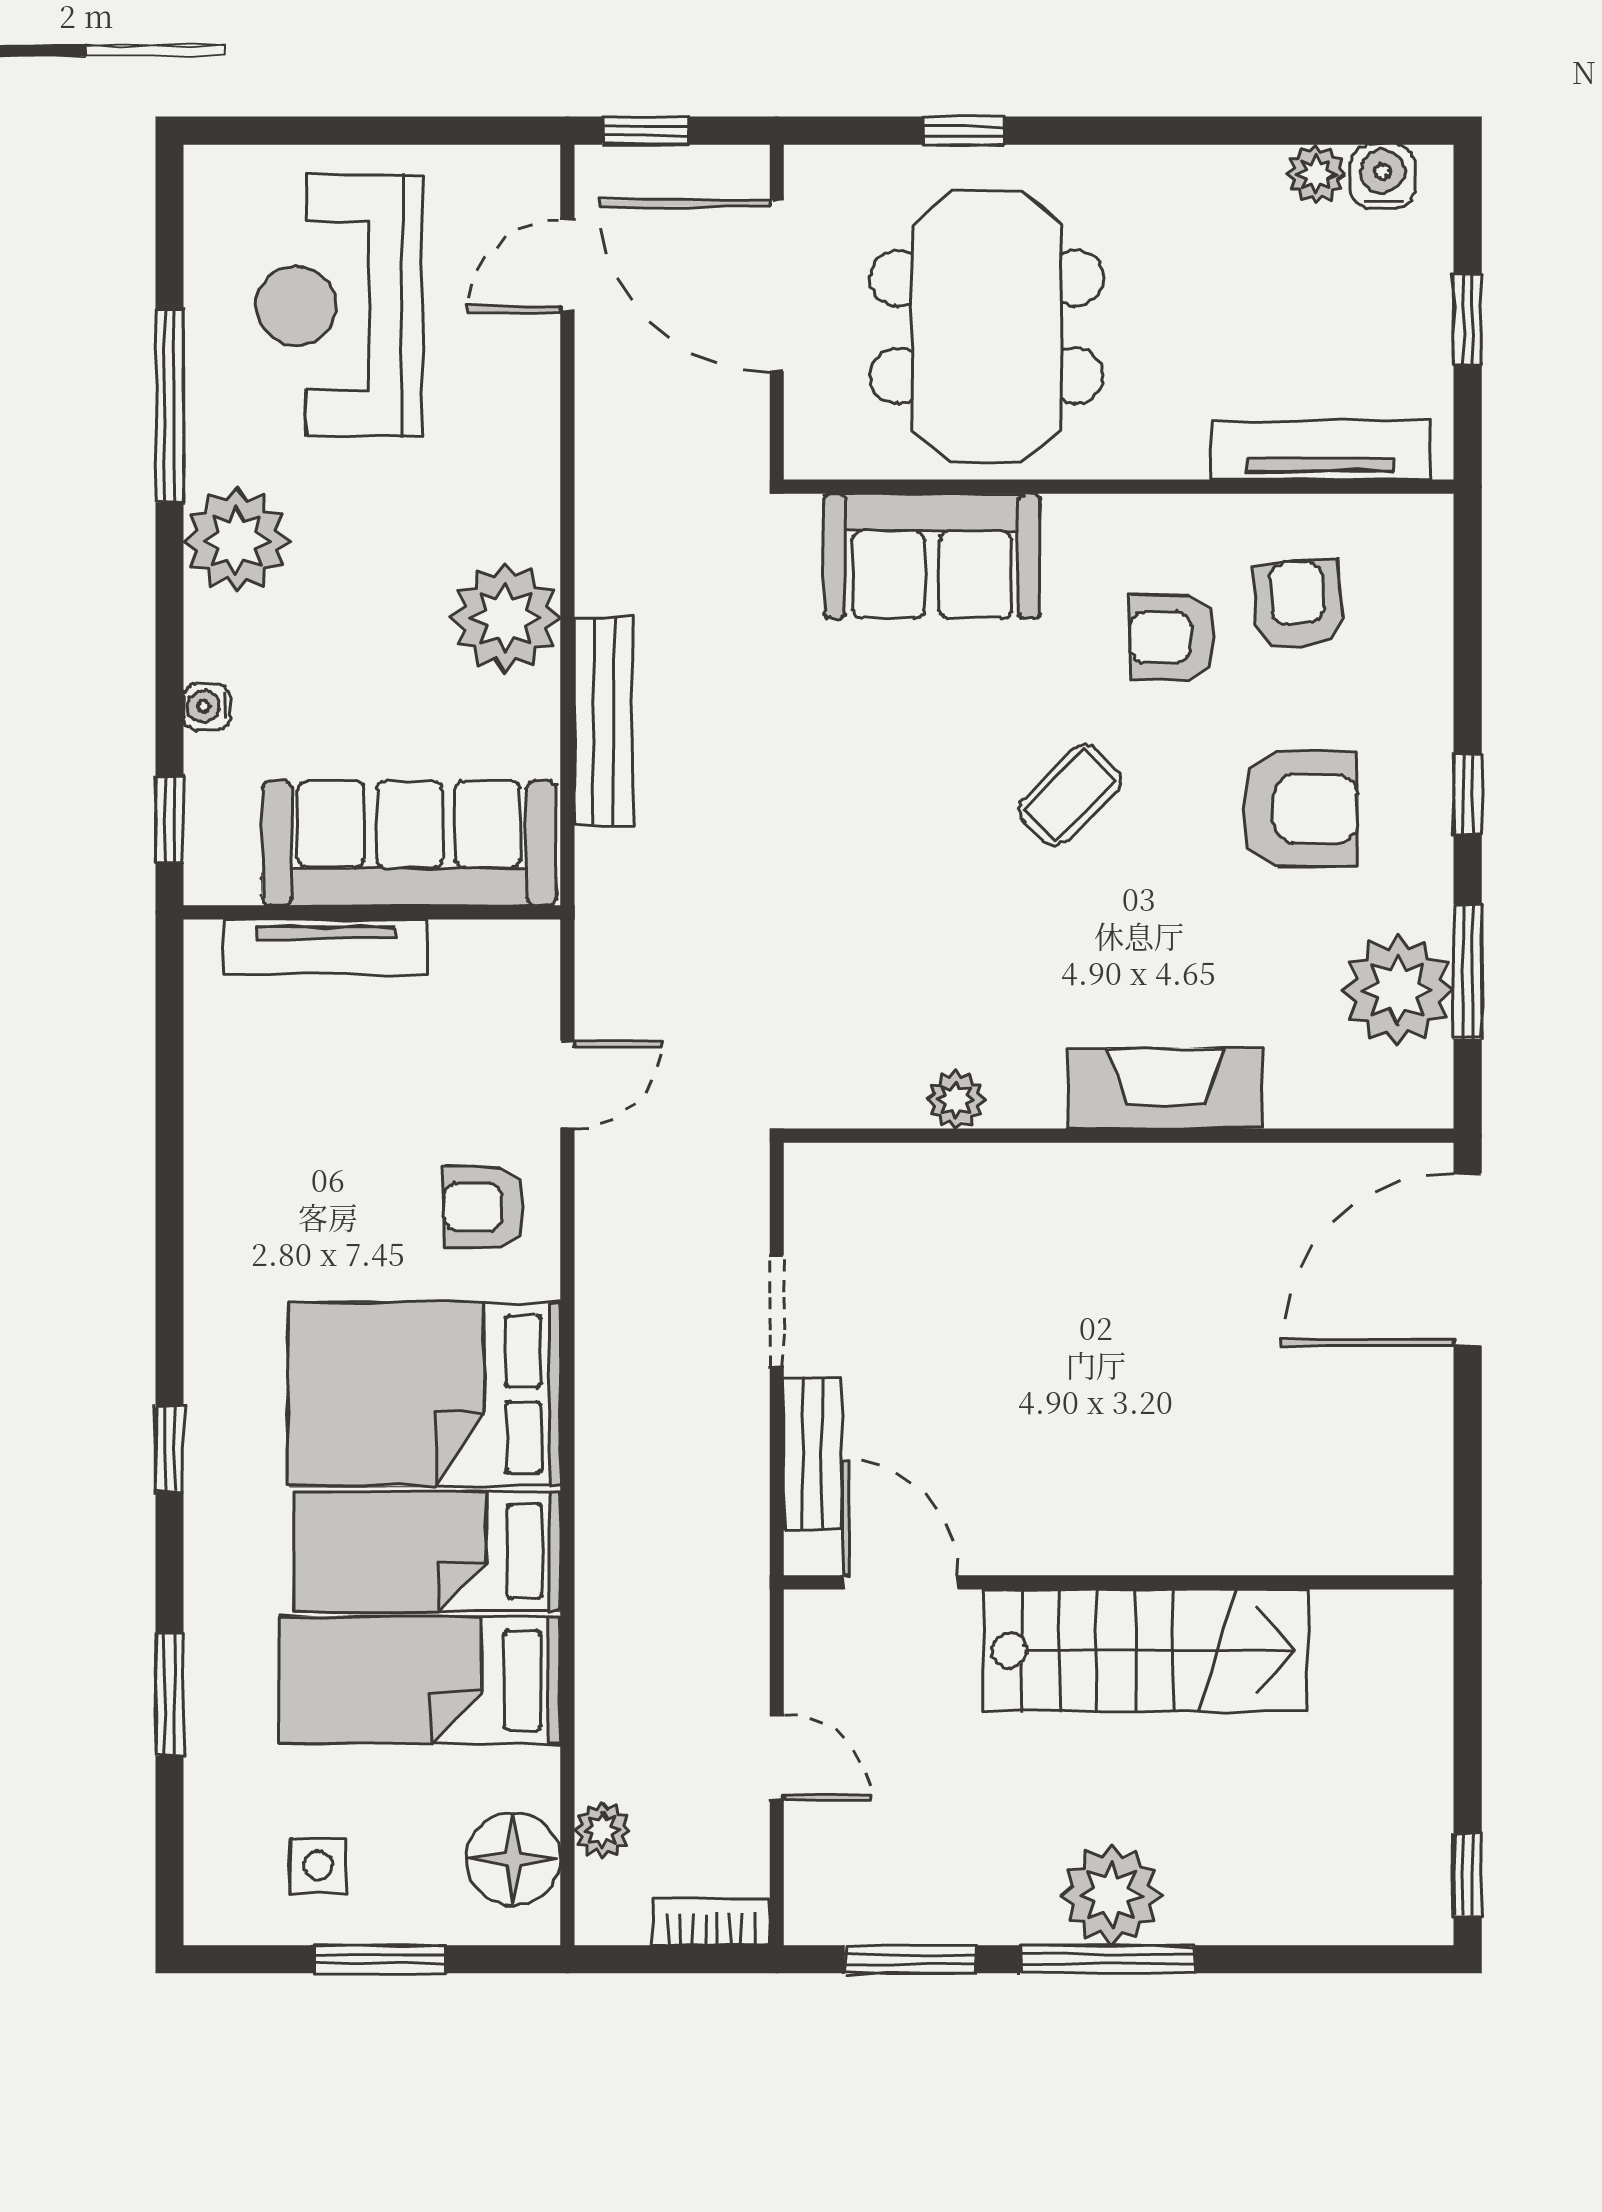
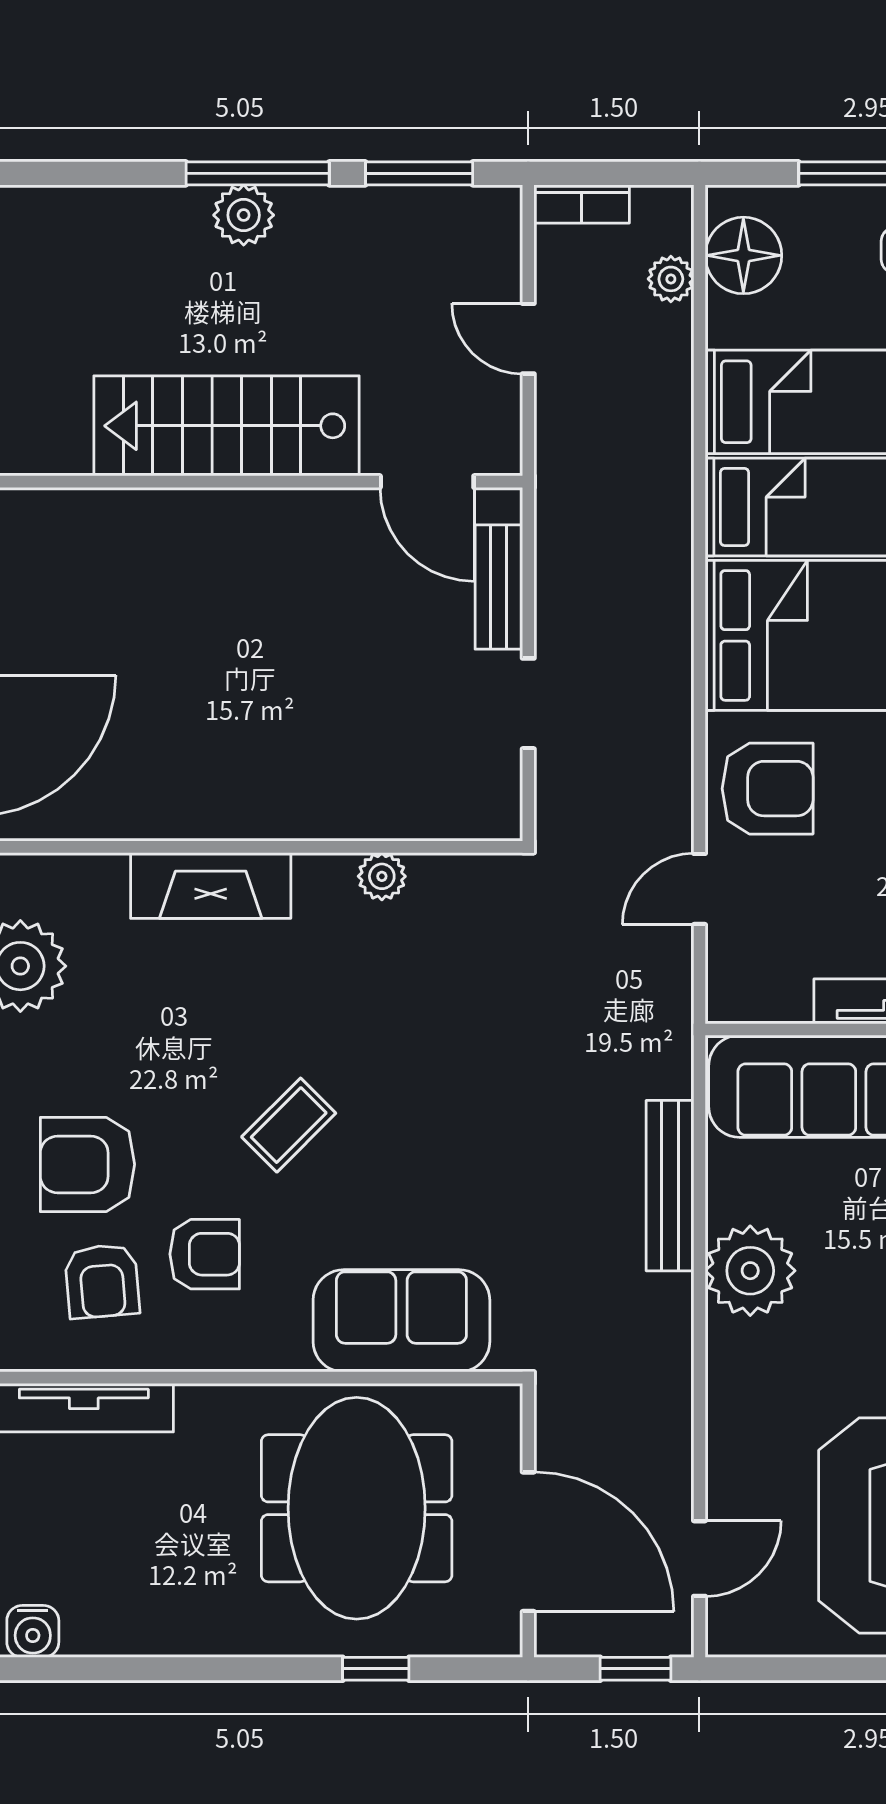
plant: (1316, 174) -> (87, 1633), removed
armchair: (1300, 809) -> (87, 1164), moved
armchair: (484, 1207) -> (768, 789), width x1.38, depth x1.38
plant: (1111, 1895) -> (244, 215), width x0.73, depth x0.73

